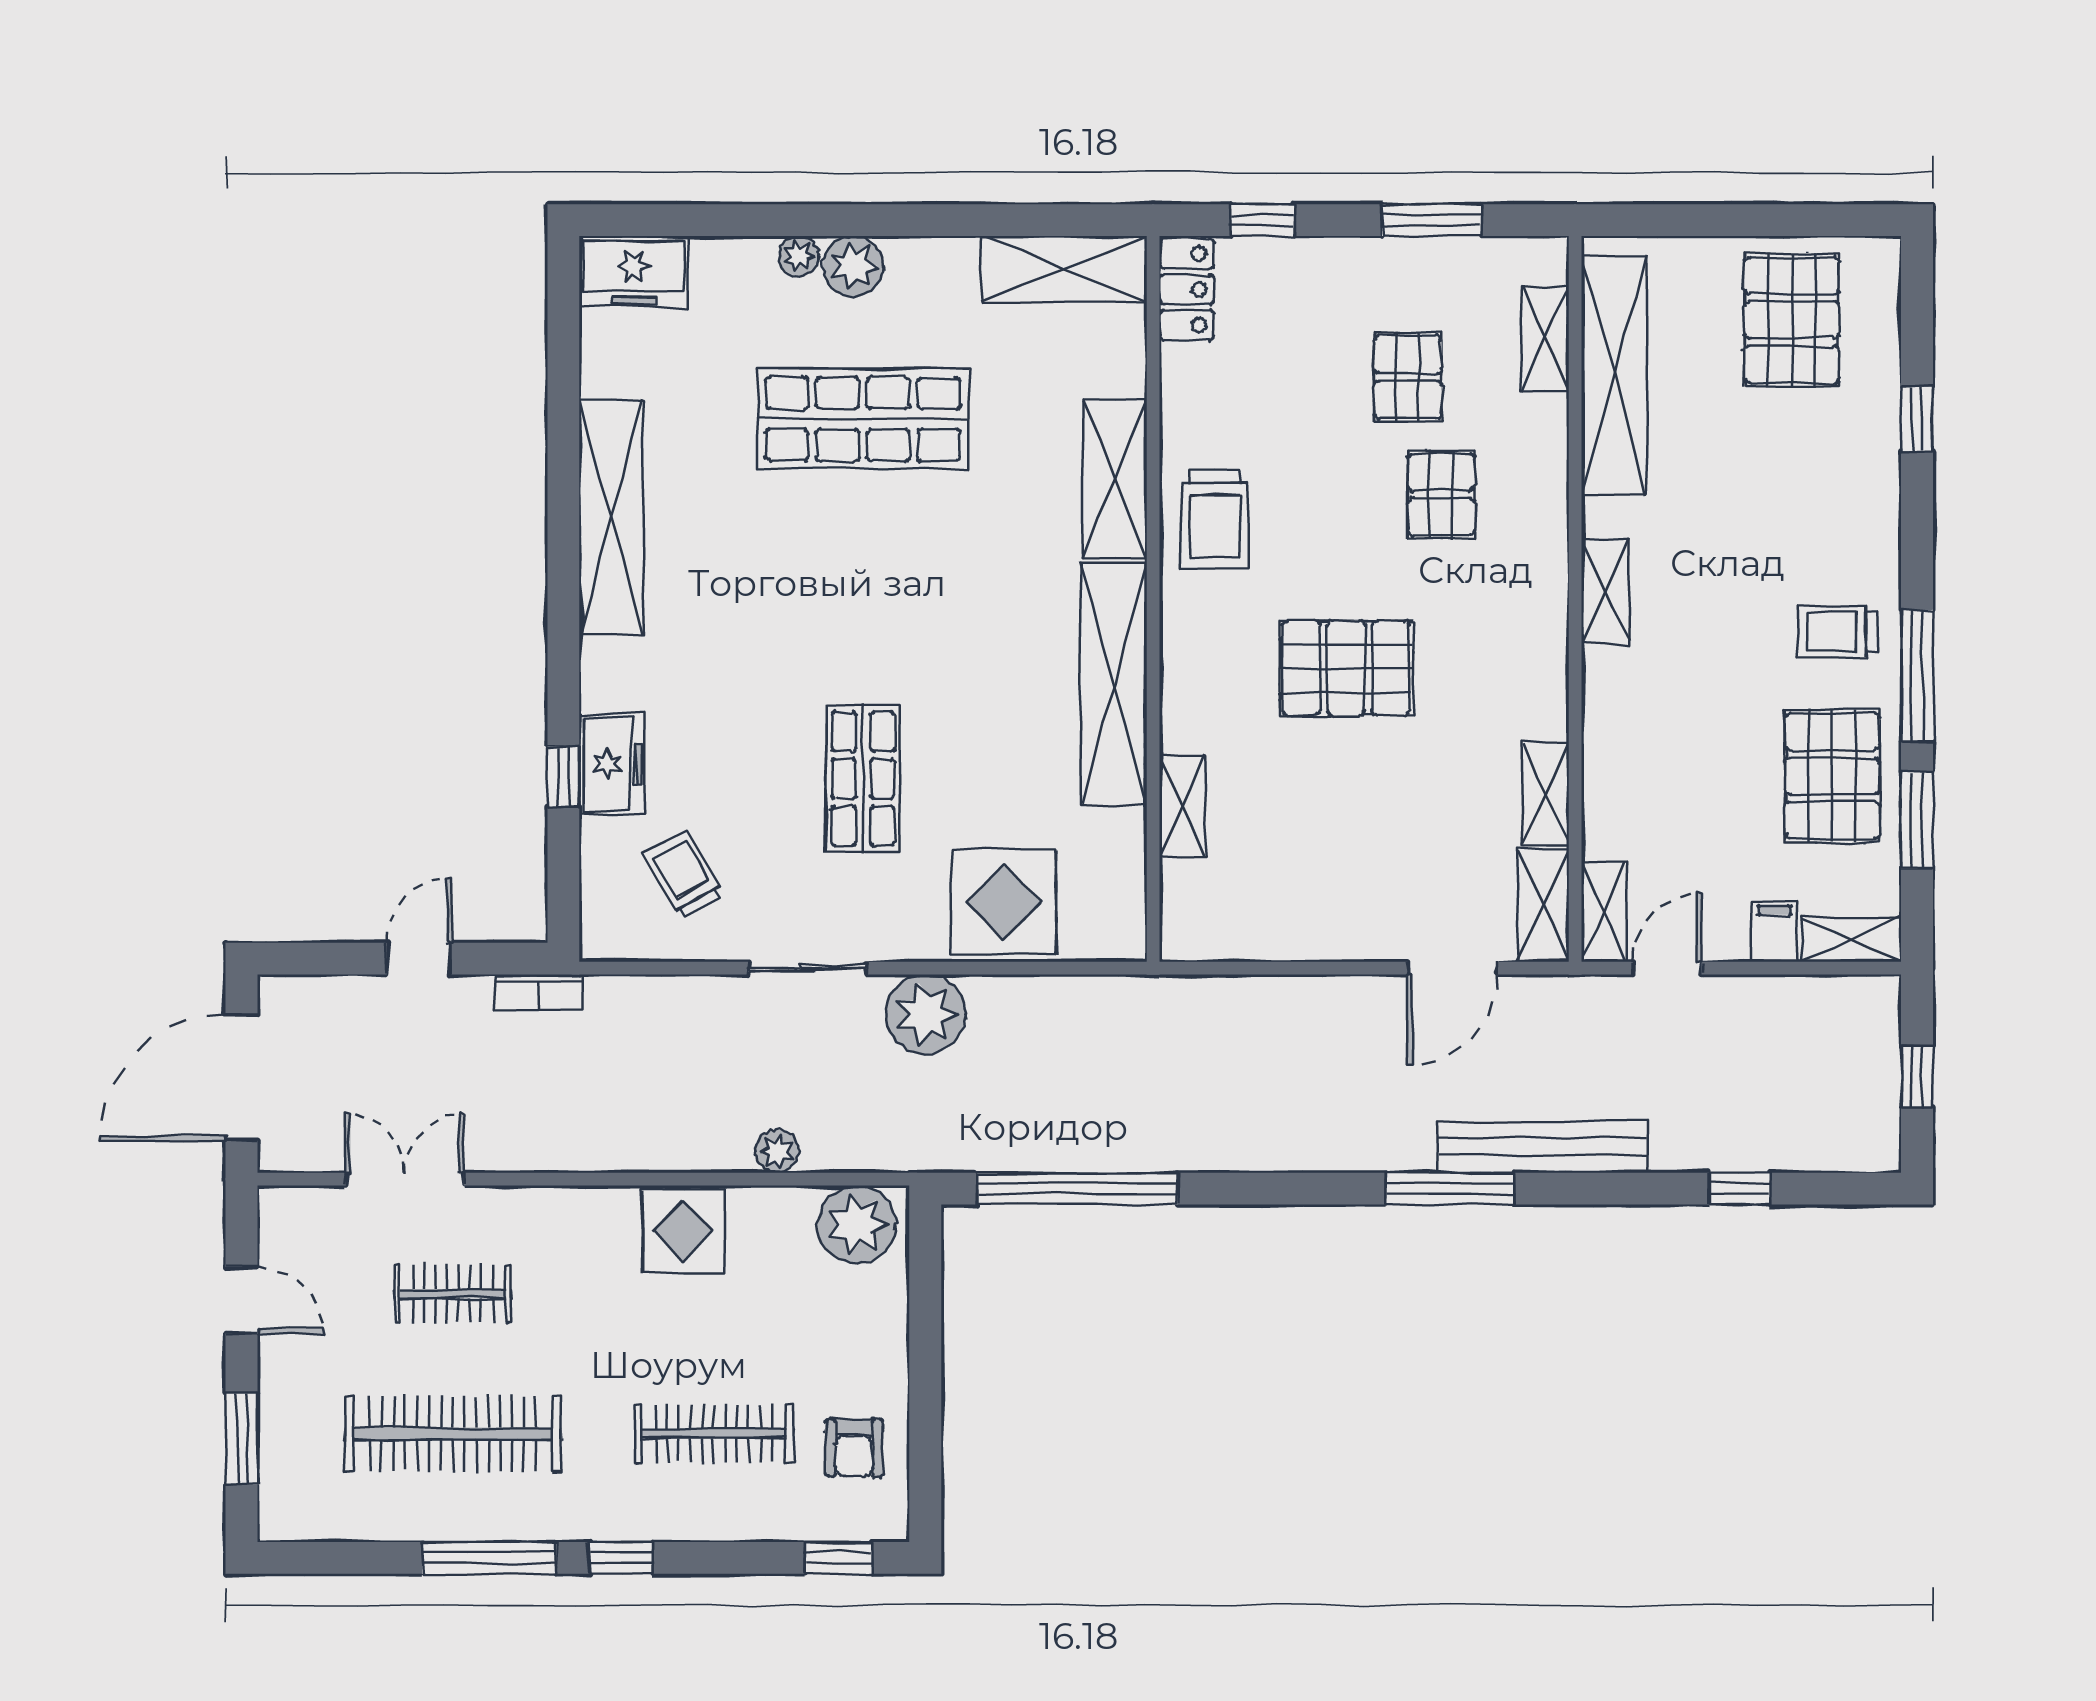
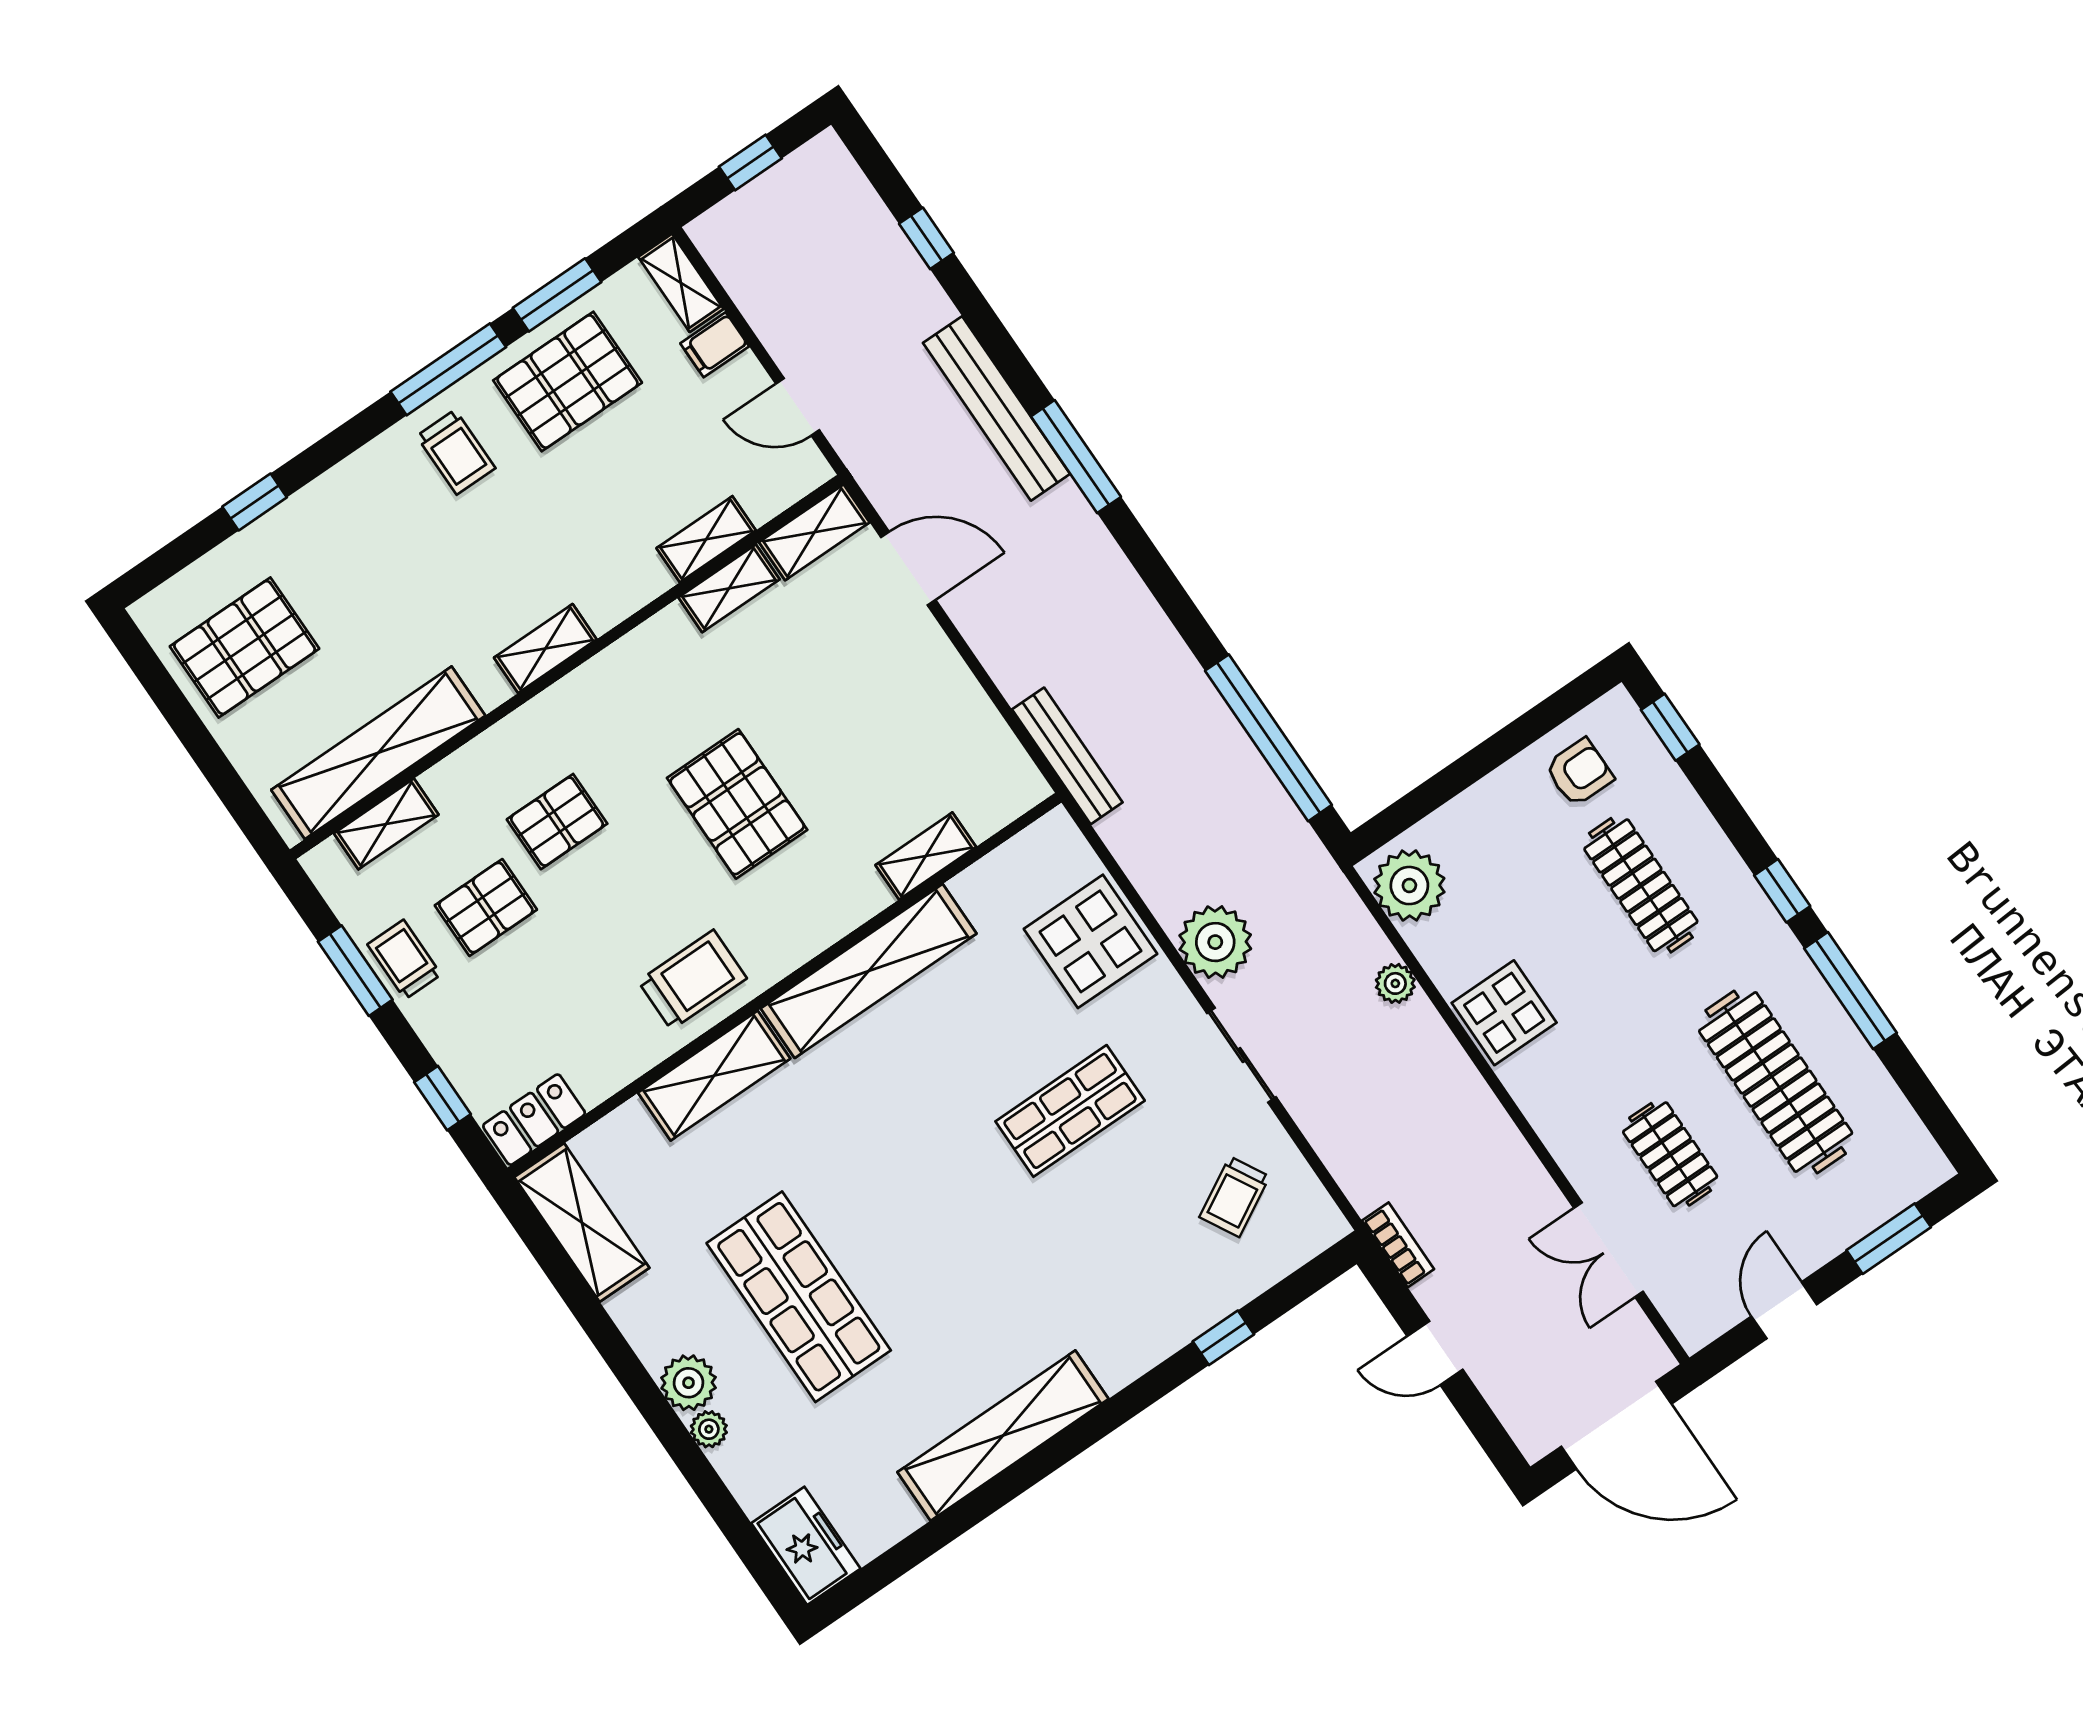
trolley: (1411, 271) -> (404, 959), added
freezer: (612, 764) -> (1189, 1308), removed
shelving: (1604, 911) -> (706, 539), moved
bench: (1185, 996) -> (1067, 756), added

